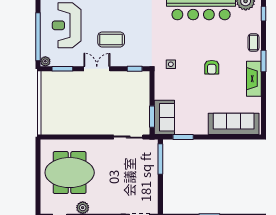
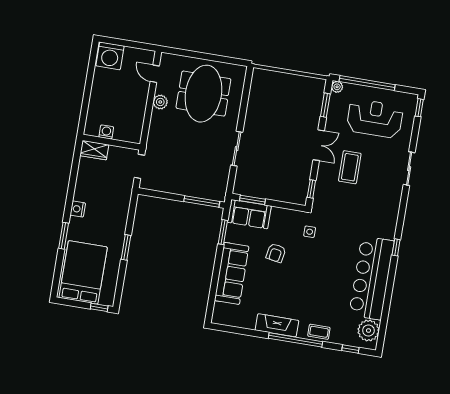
window: (264, 61) -> (296, 340), width x2.11
armchair: (212, 67) -> (276, 253), moved, turned -80
sofa: (234, 124) -> (232, 273), moved
sliding door: (128, 137) -> (237, 149), moved

